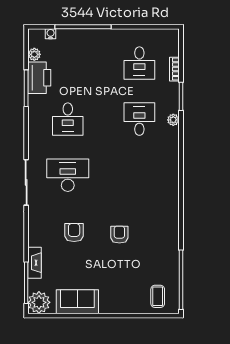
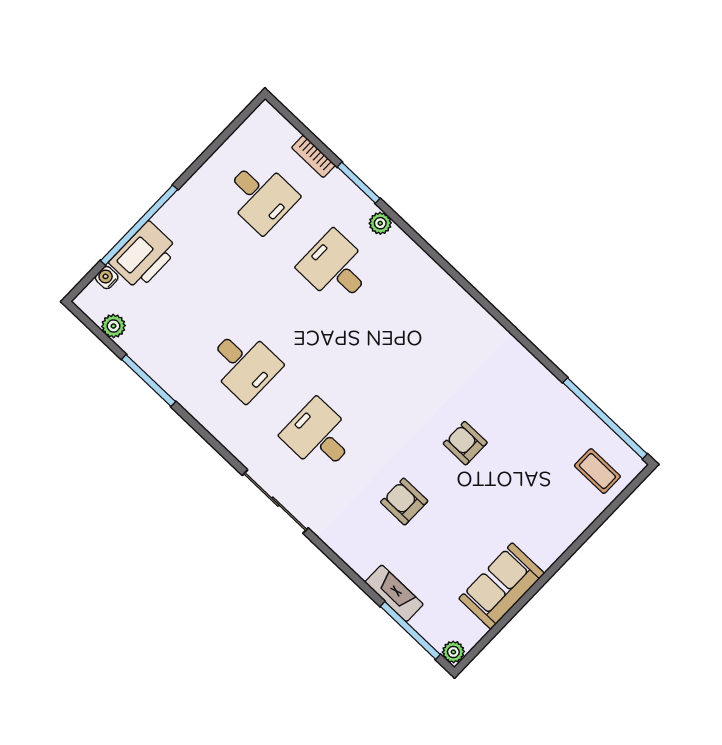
printer: (39, 78) -> (144, 256), moved, turned 90
desk: (68, 175) -> (319, 436), width x0.73
plant: (39, 302) -> (453, 652), width x0.53, depth x0.53

